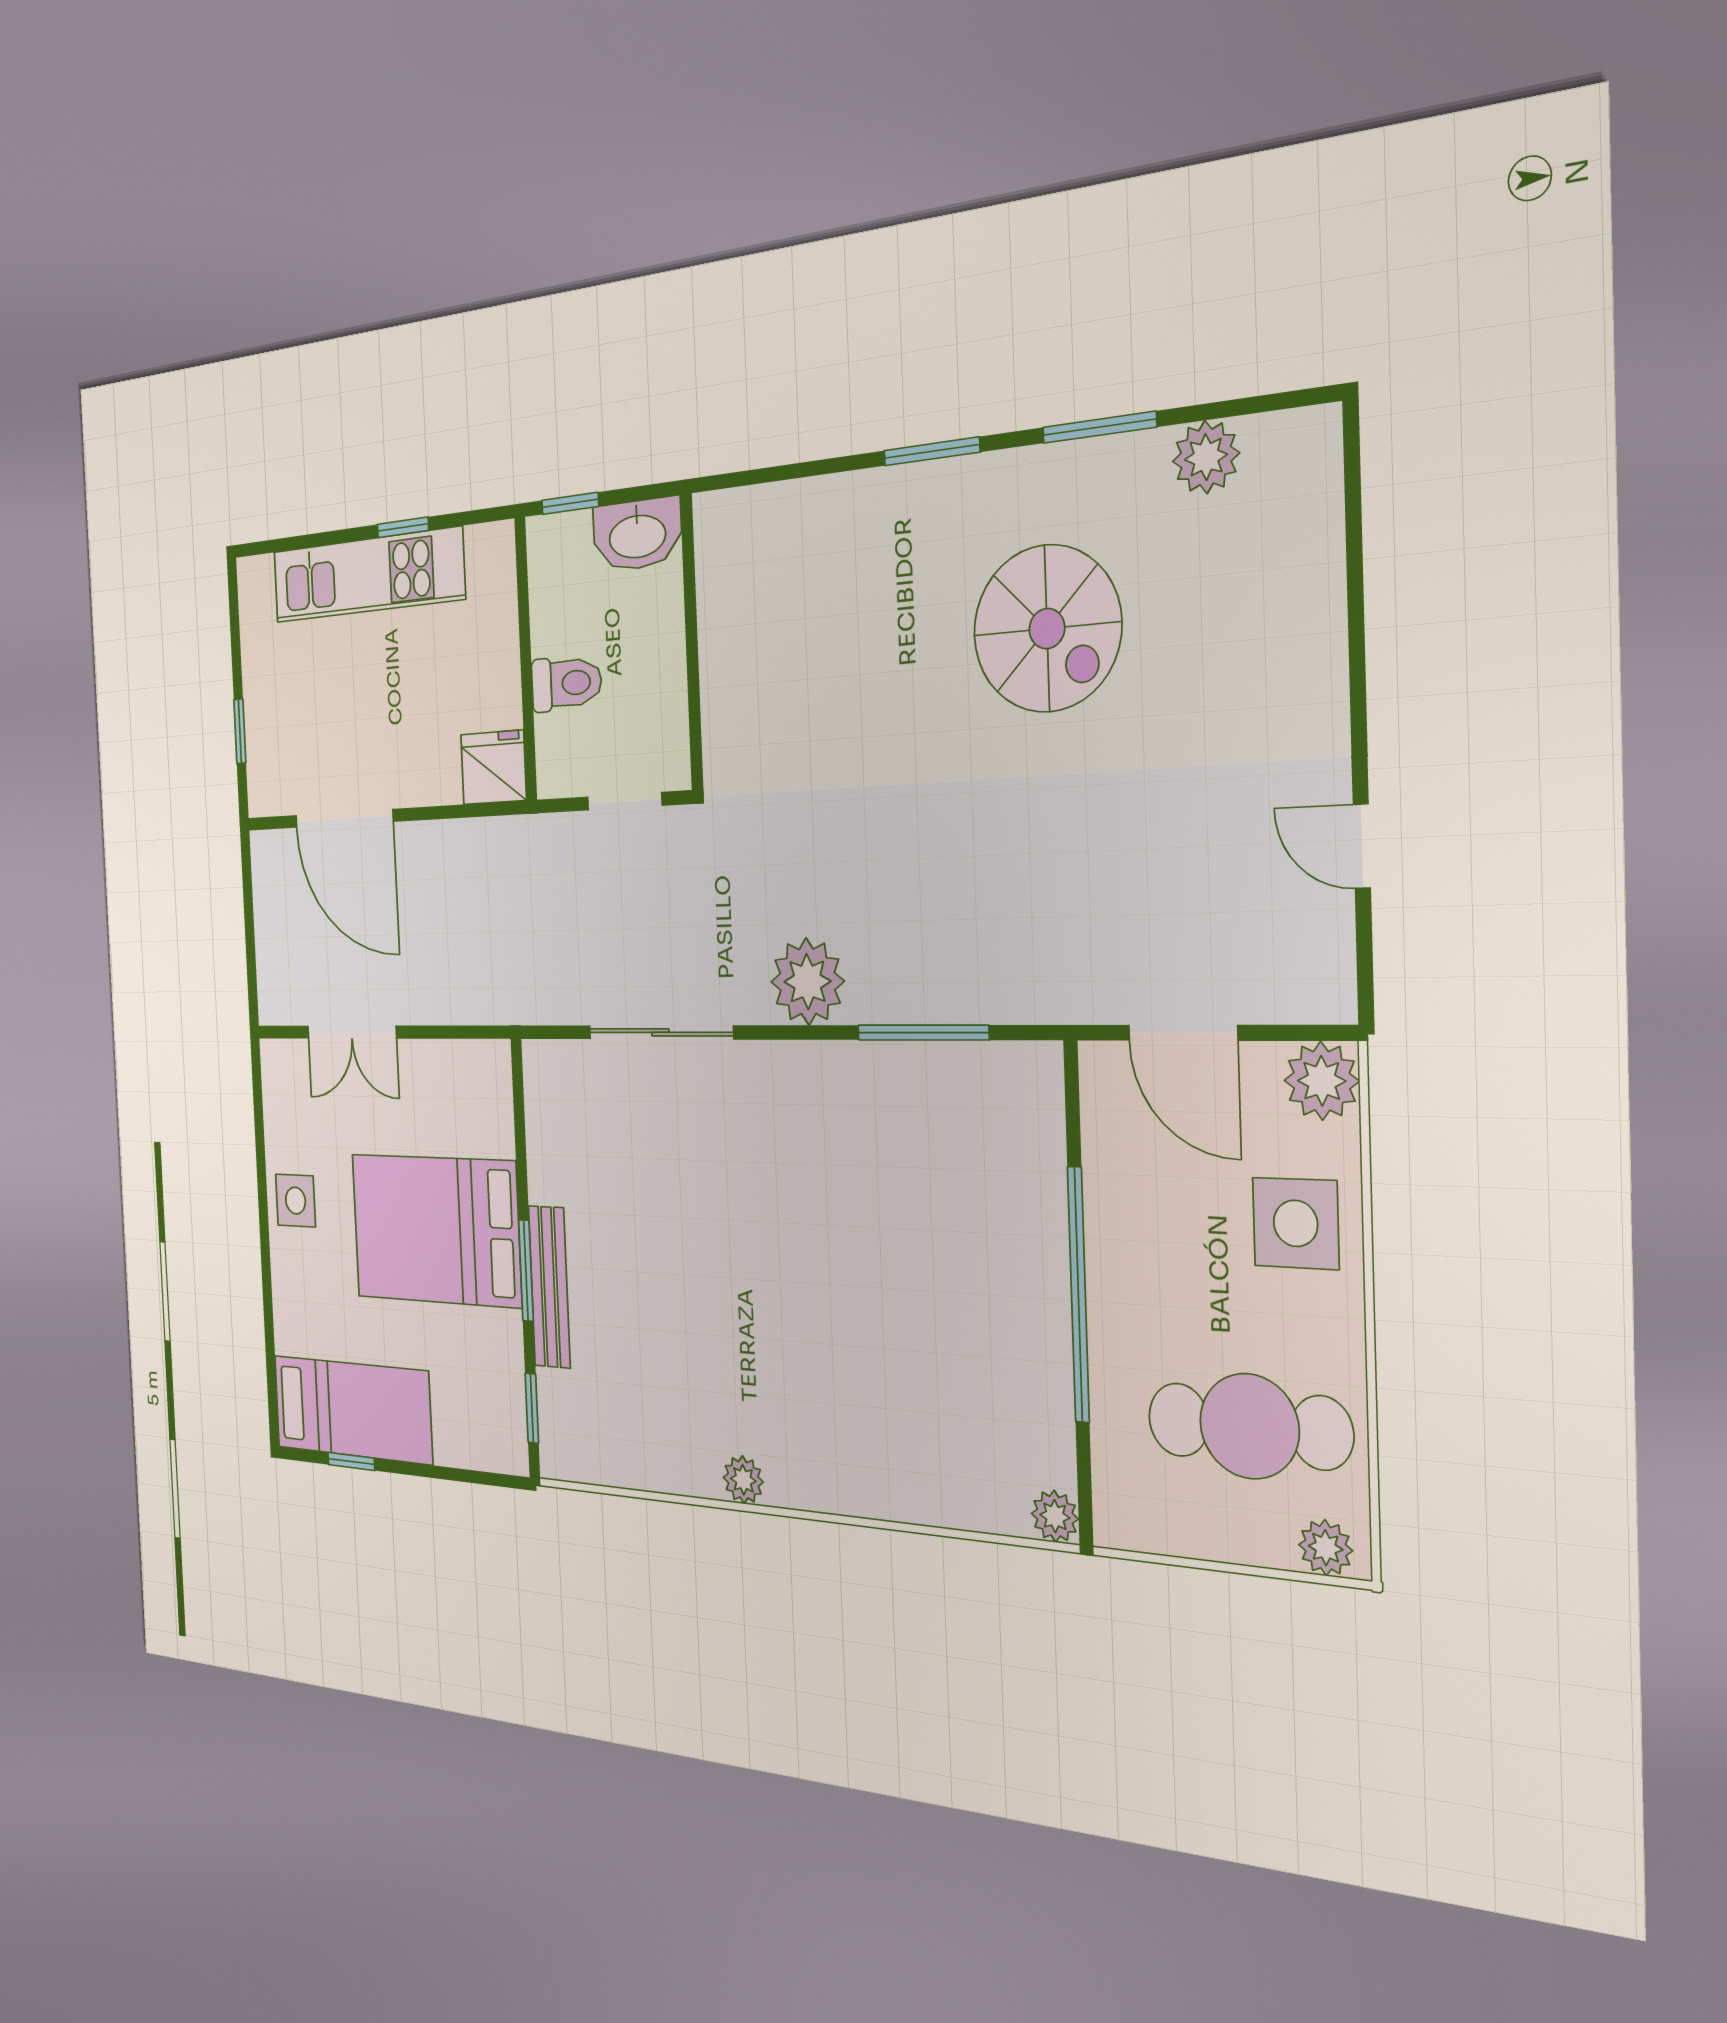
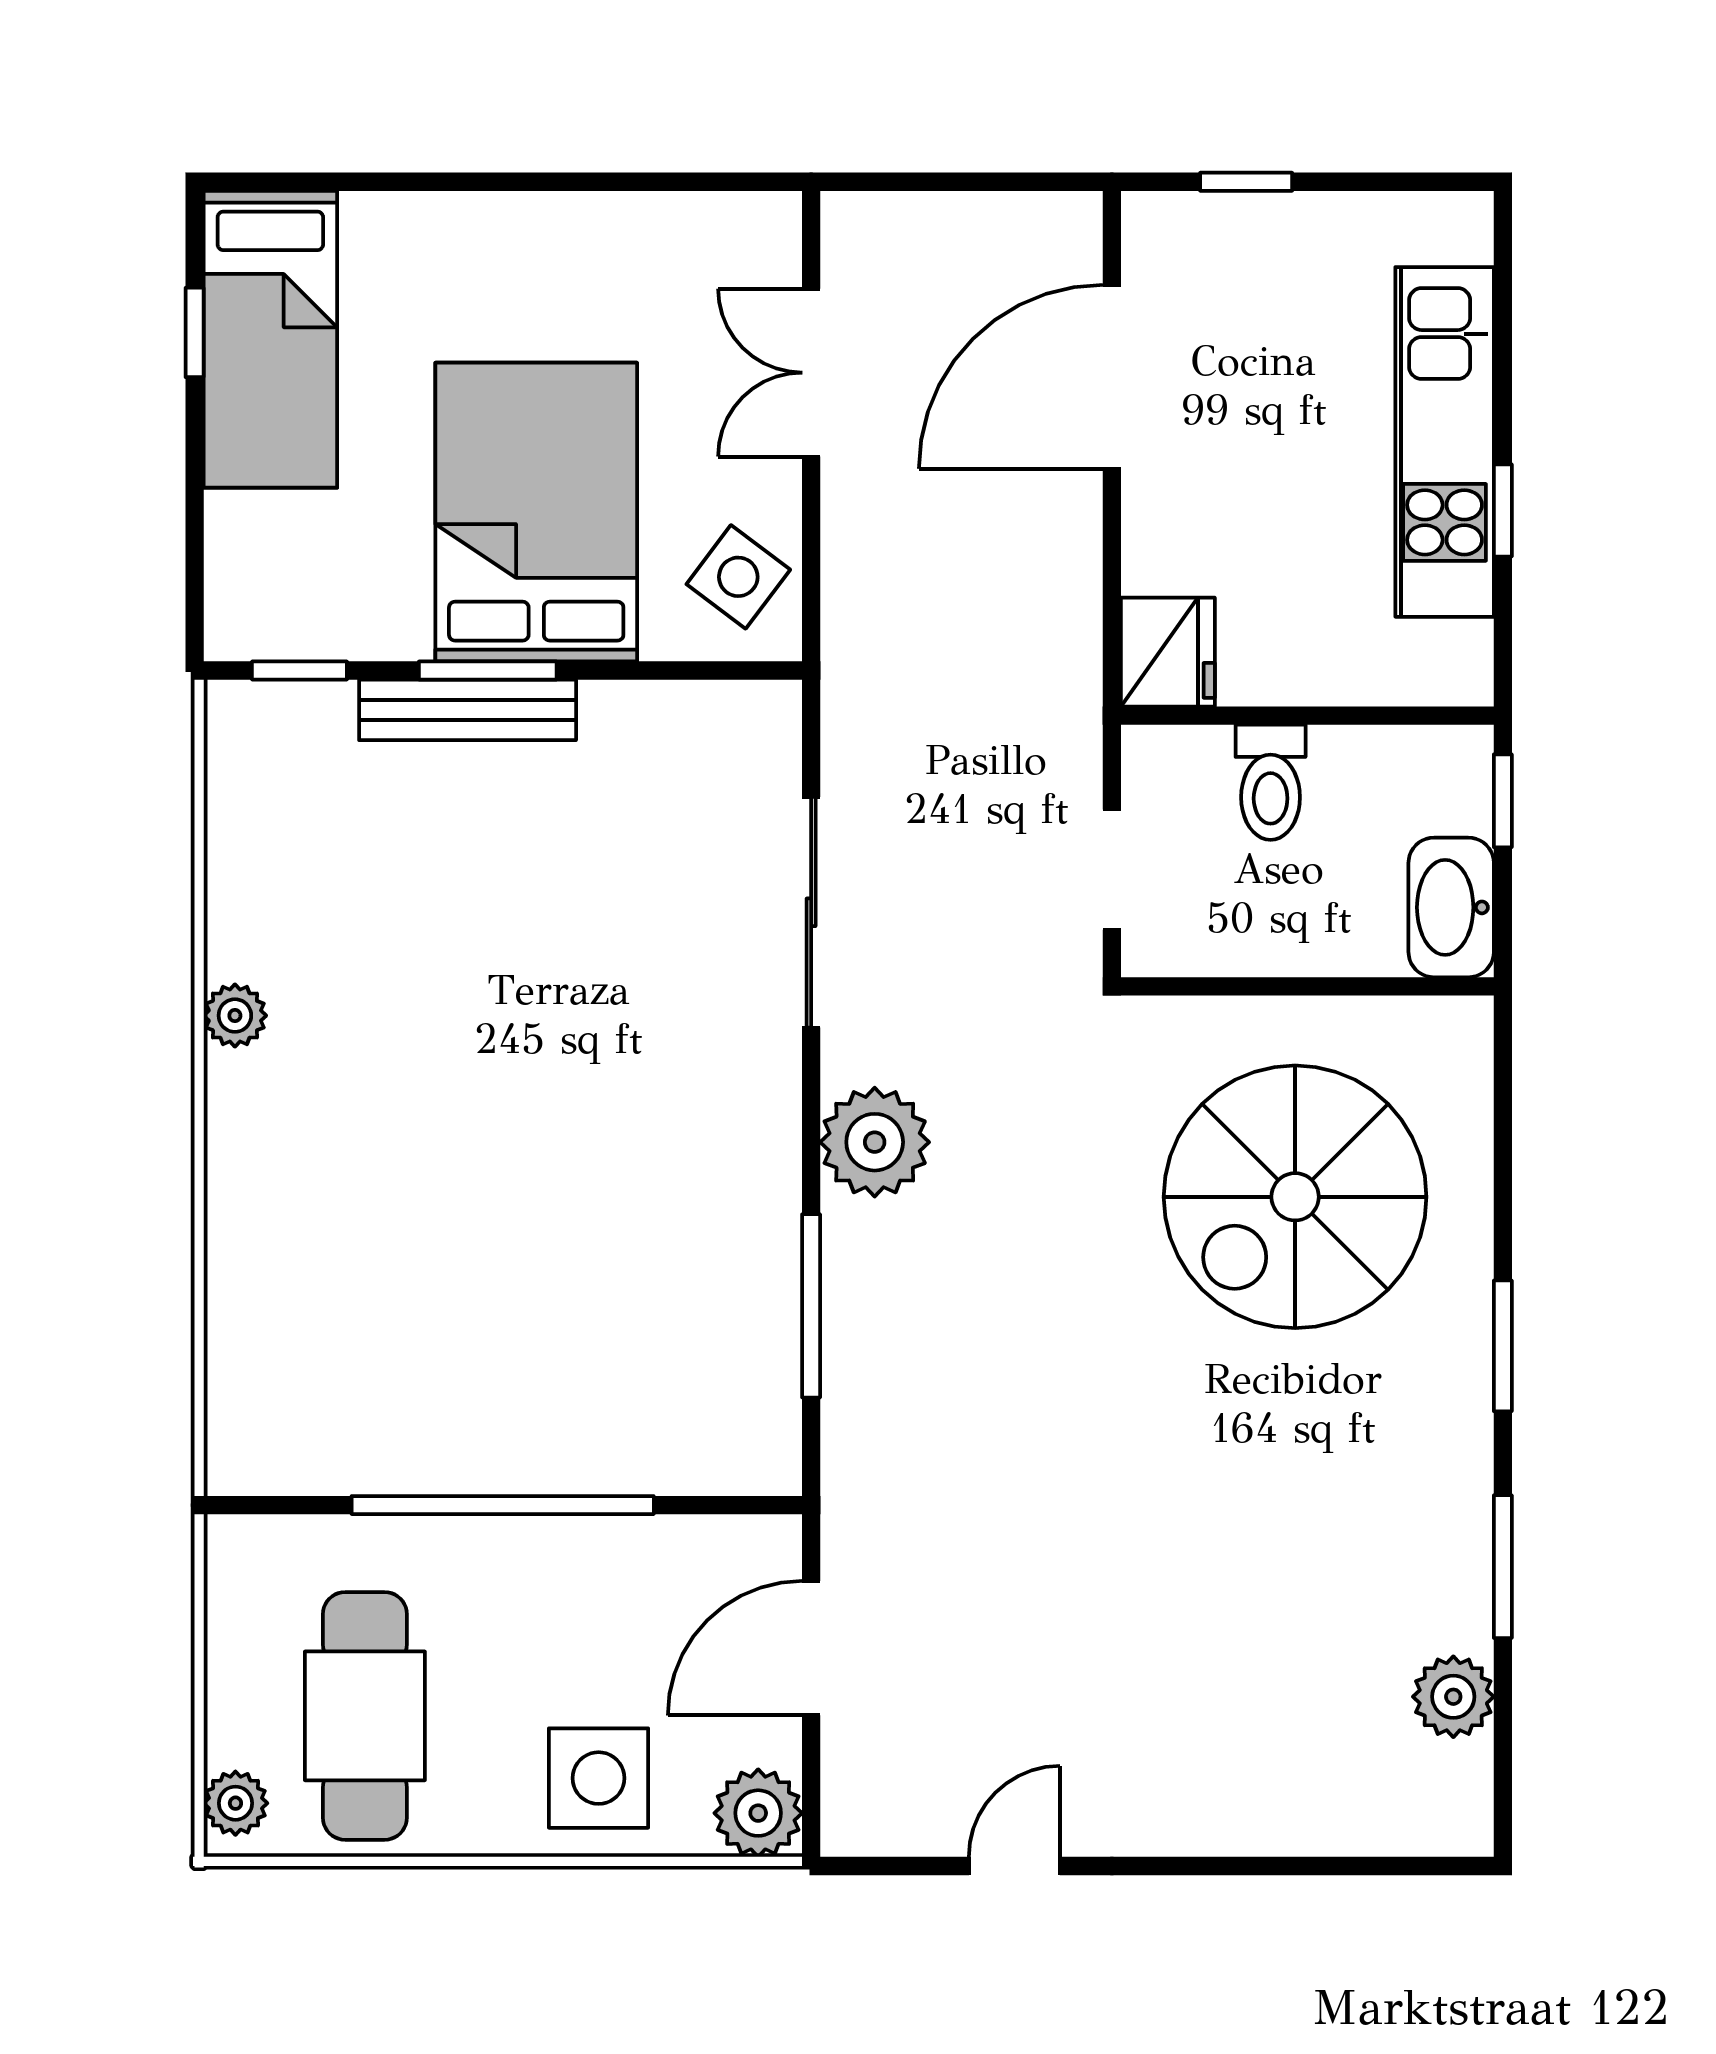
spiral stairs: (1047, 629) -> (1295, 1197), moved, width x1.37, depth x1.37
side table: (295, 1201) -> (738, 577), moved, turned 37
plant: (1055, 1516) -> (235, 1465), removed

